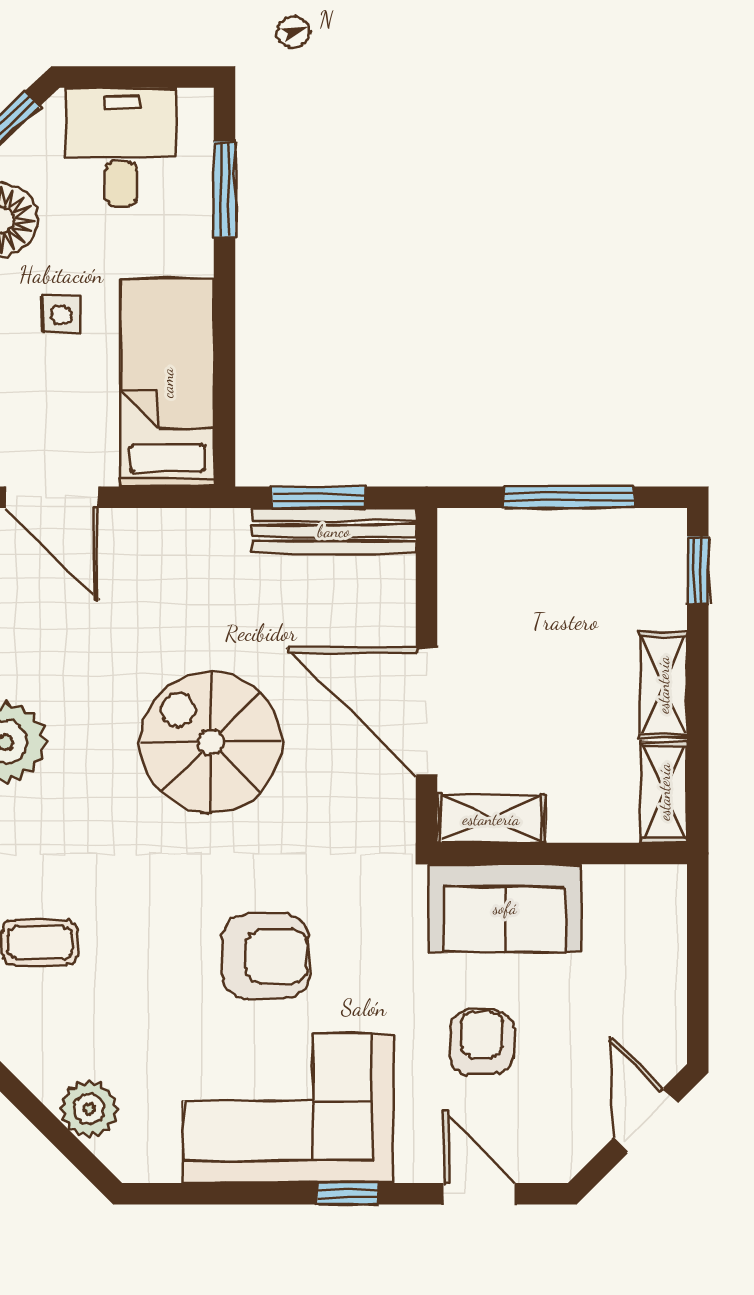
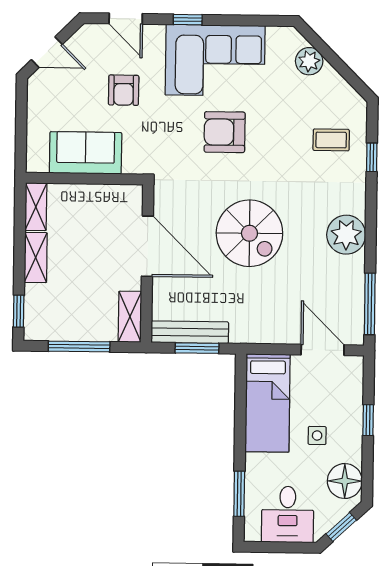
shelving: (491, 819) -> (130, 317), moved, turned 90
sofa: (505, 908) -> (86, 153), moved
door: (645, 1121) -> (47, 52), hinge flipped

